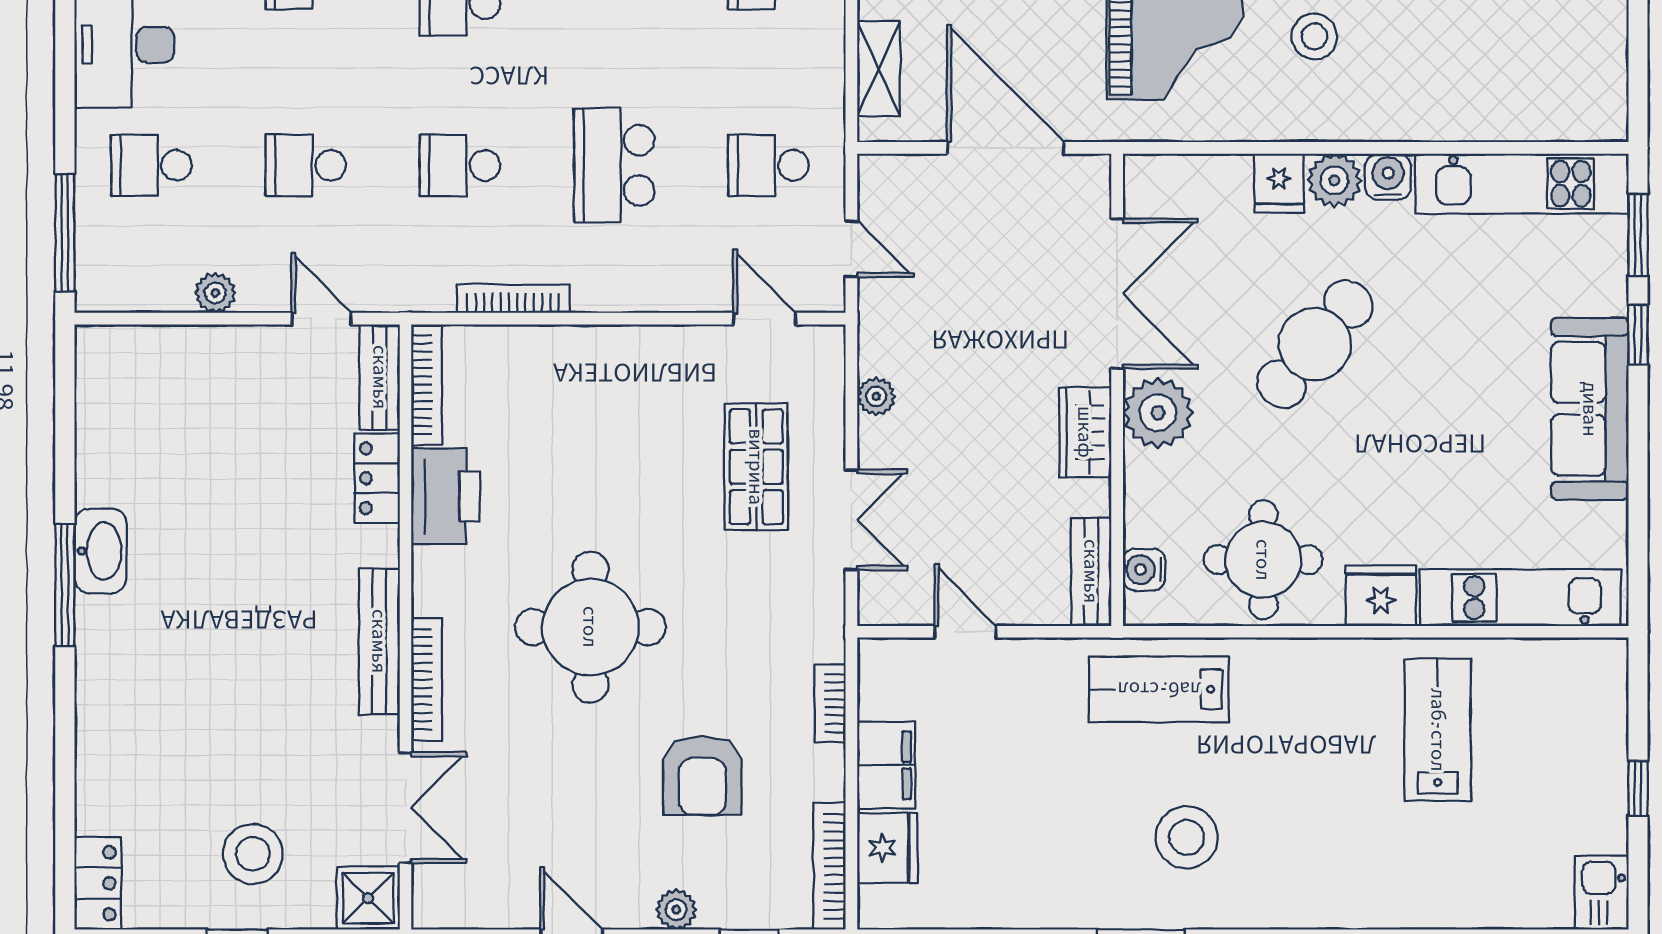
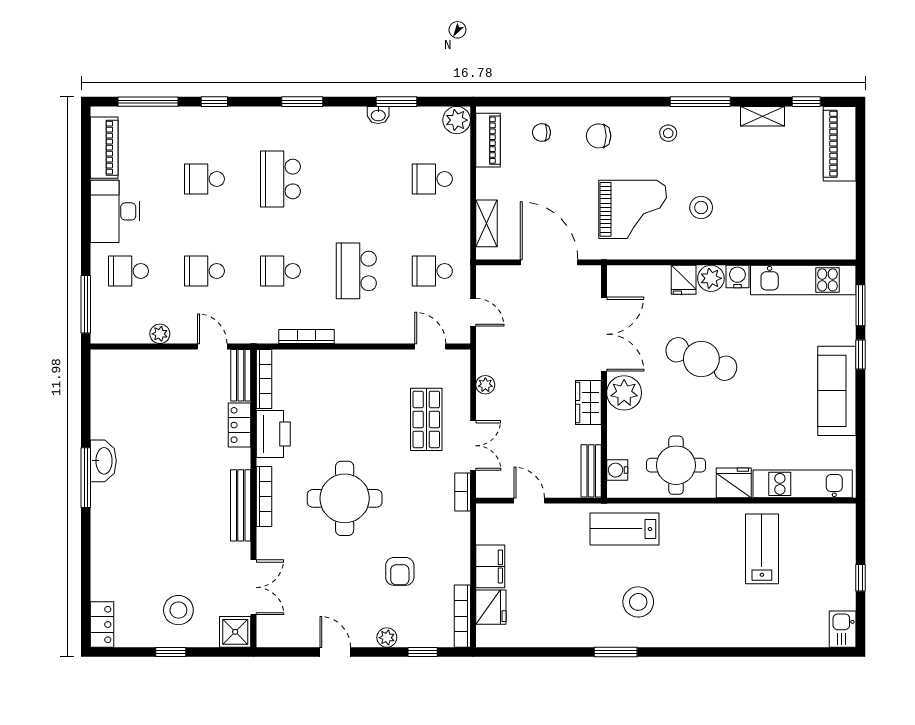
cafe table: (1315, 344) -> (701, 359), turned 71
bookcase: (427, 679) -> (264, 497), moved
bookcase: (830, 703) -> (463, 492), moved
armchair: (702, 775) -> (400, 571), width x0.72, depth x0.72

